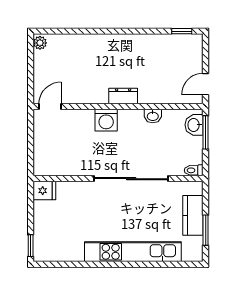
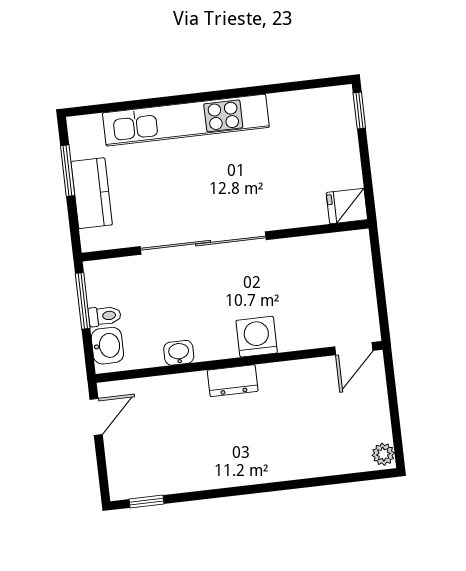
window: (206, 132) -> (83, 301), moved
toilet: (194, 170) -> (105, 316), moved

